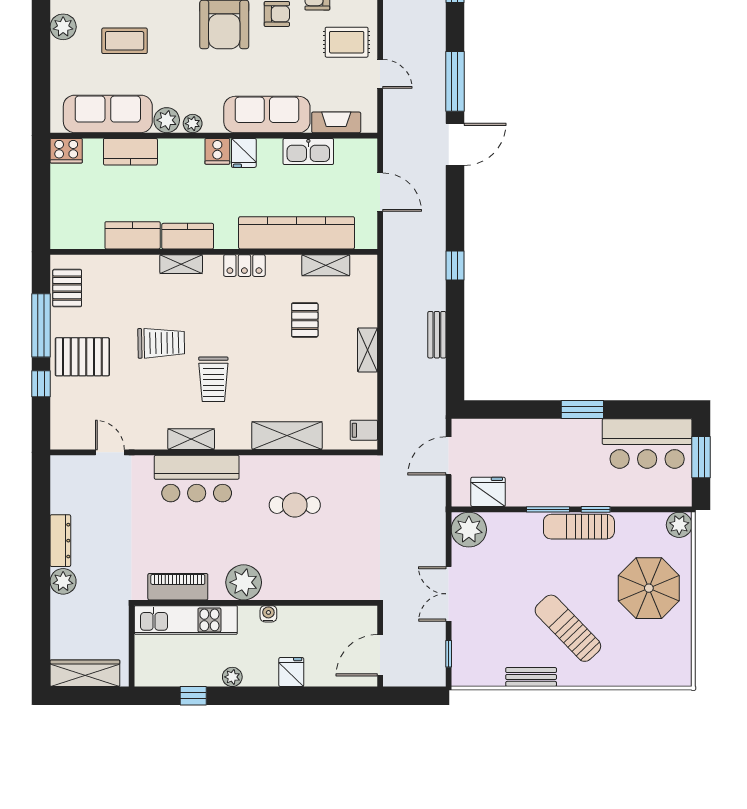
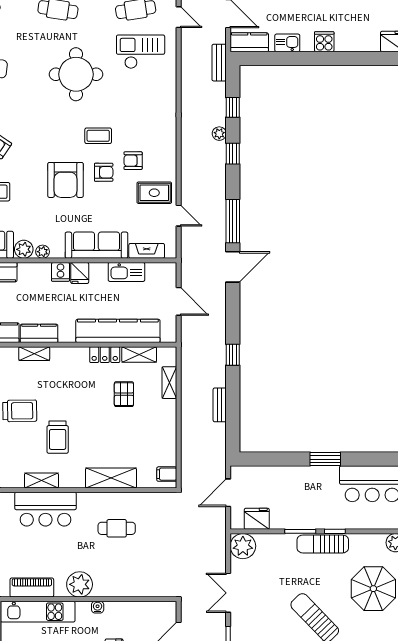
locker: (244, 266) -> (105, 355), moved
shelving: (367, 350) -> (169, 383), moved

